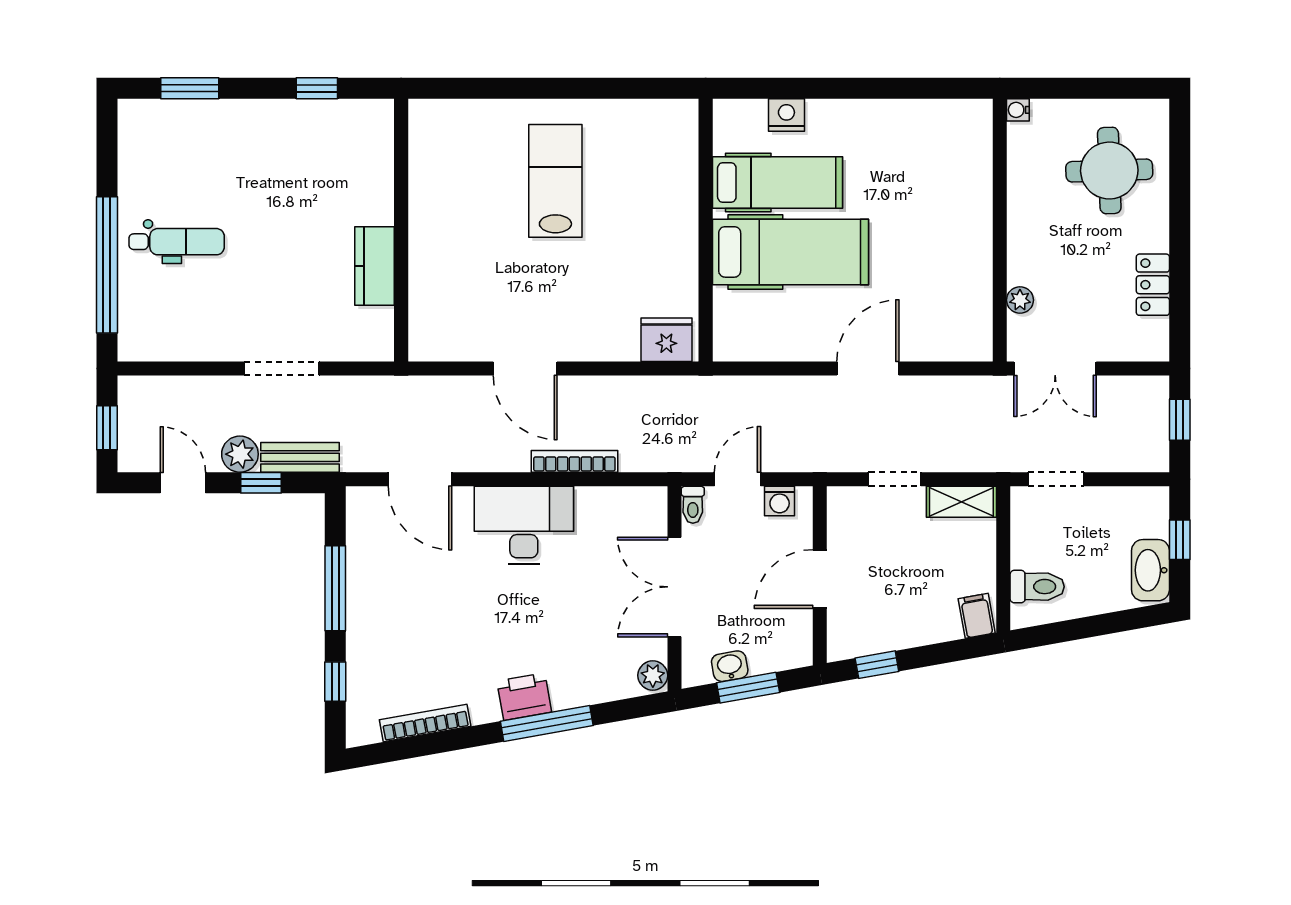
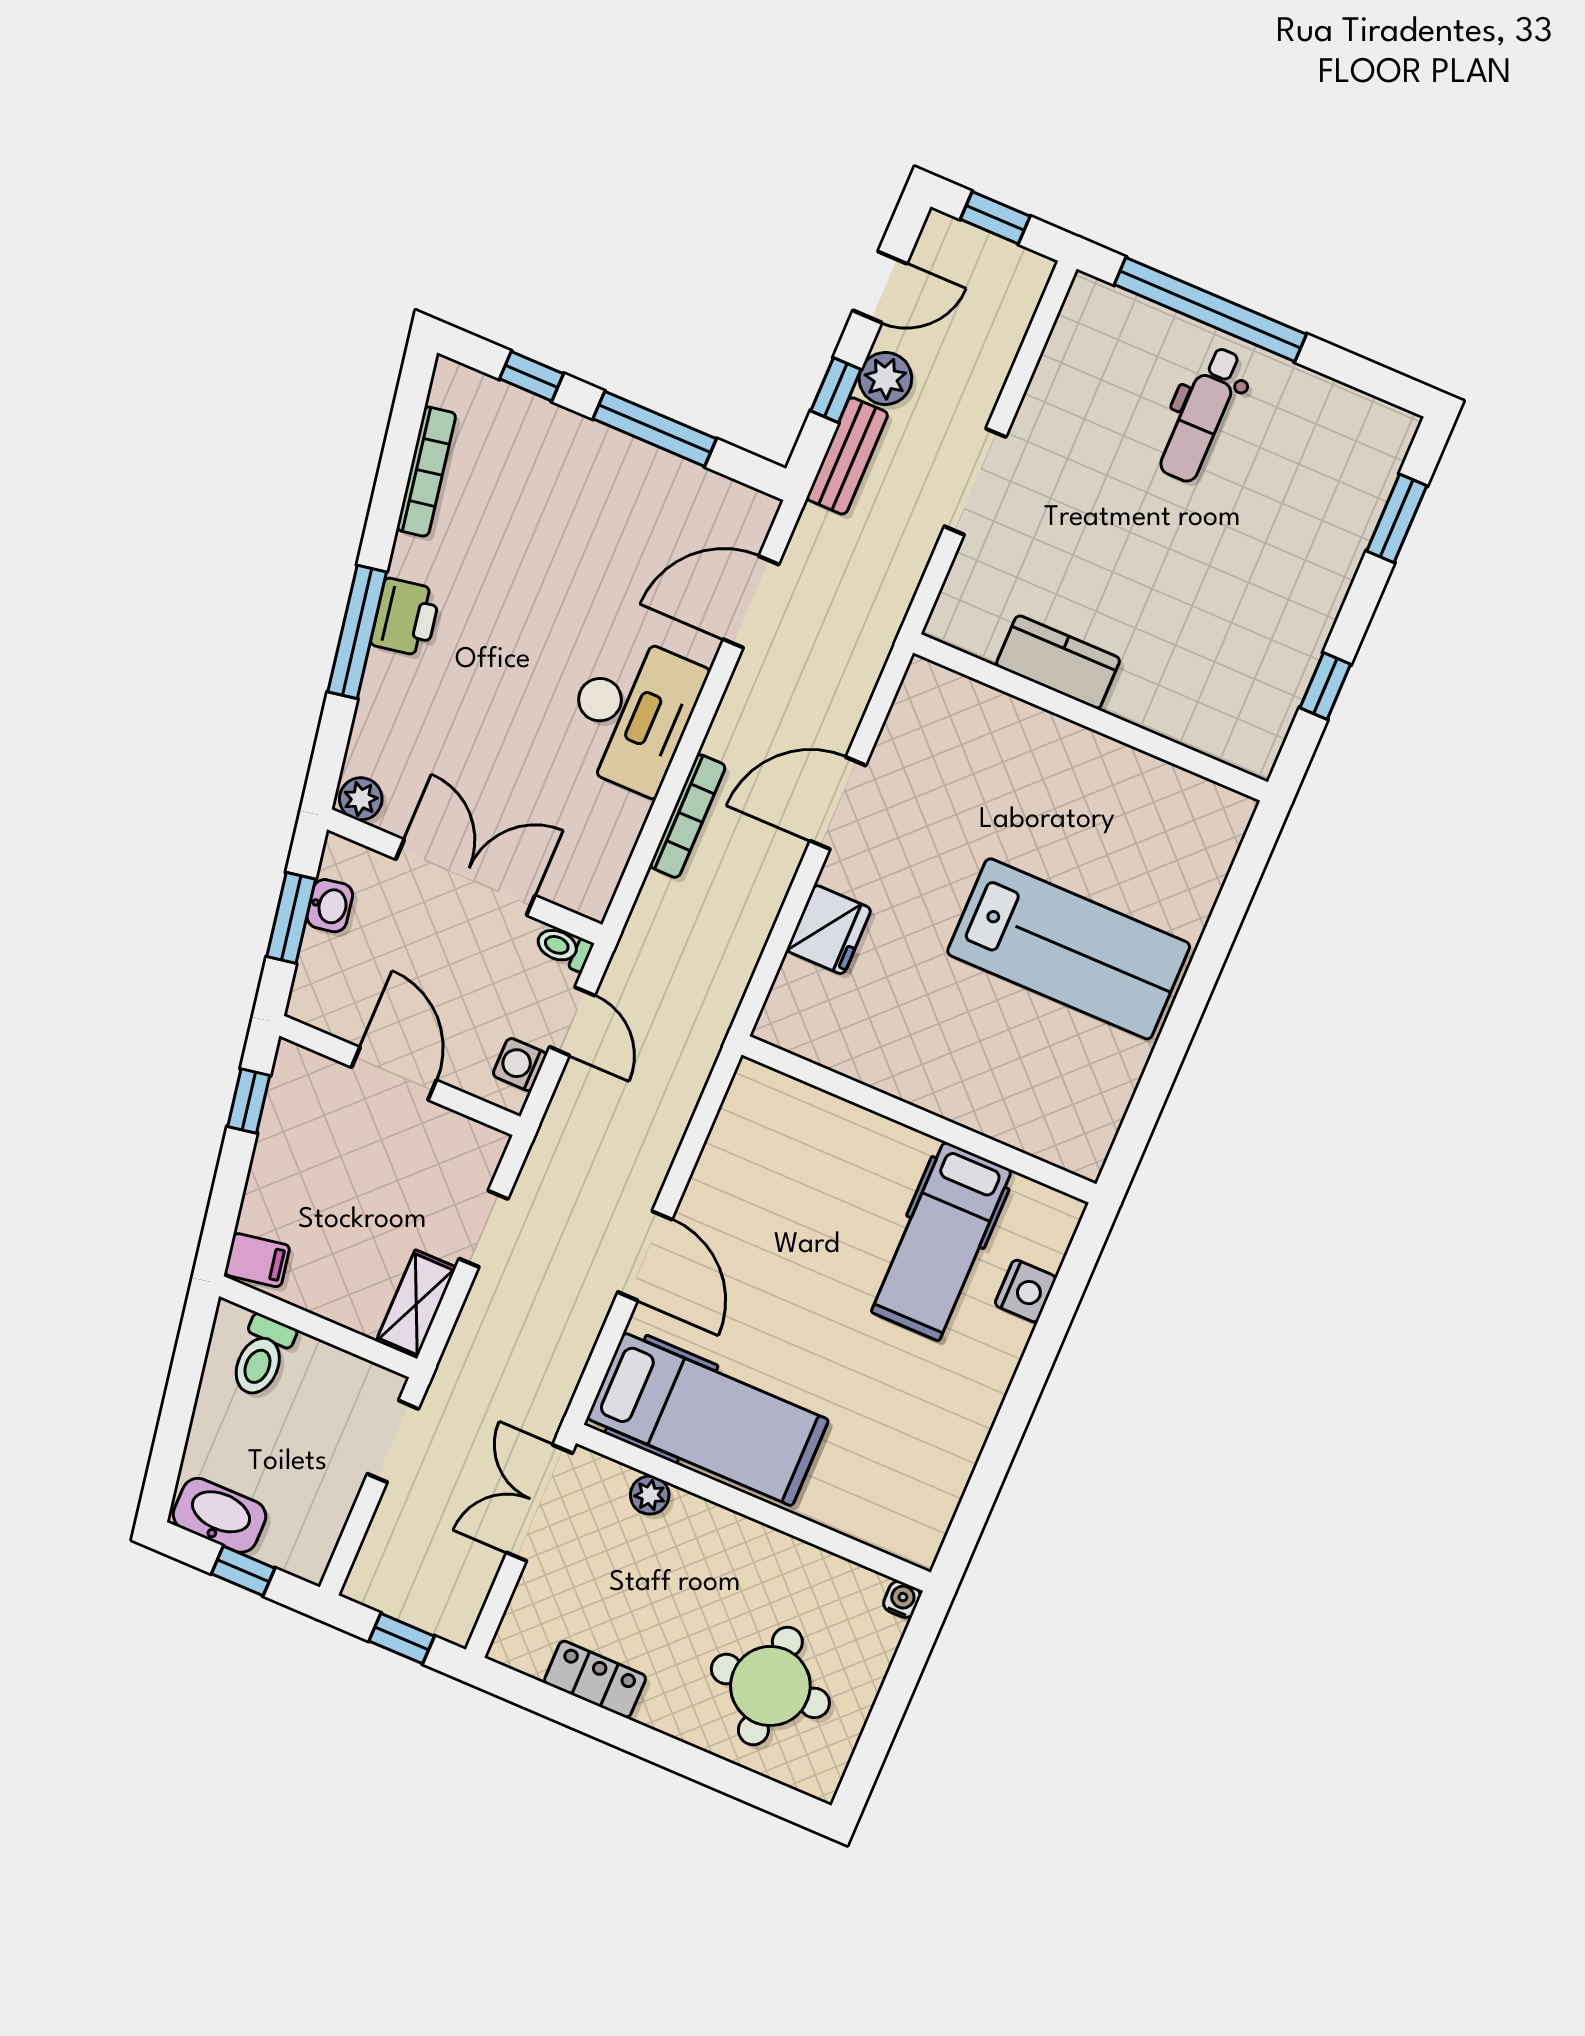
lab bench: (555, 181) -> (1069, 949), width x1.36, depth x1.39
hospital bed: (790, 252) -> (708, 1419), moved, turned -90
fridge: (666, 340) -> (829, 930), moved

